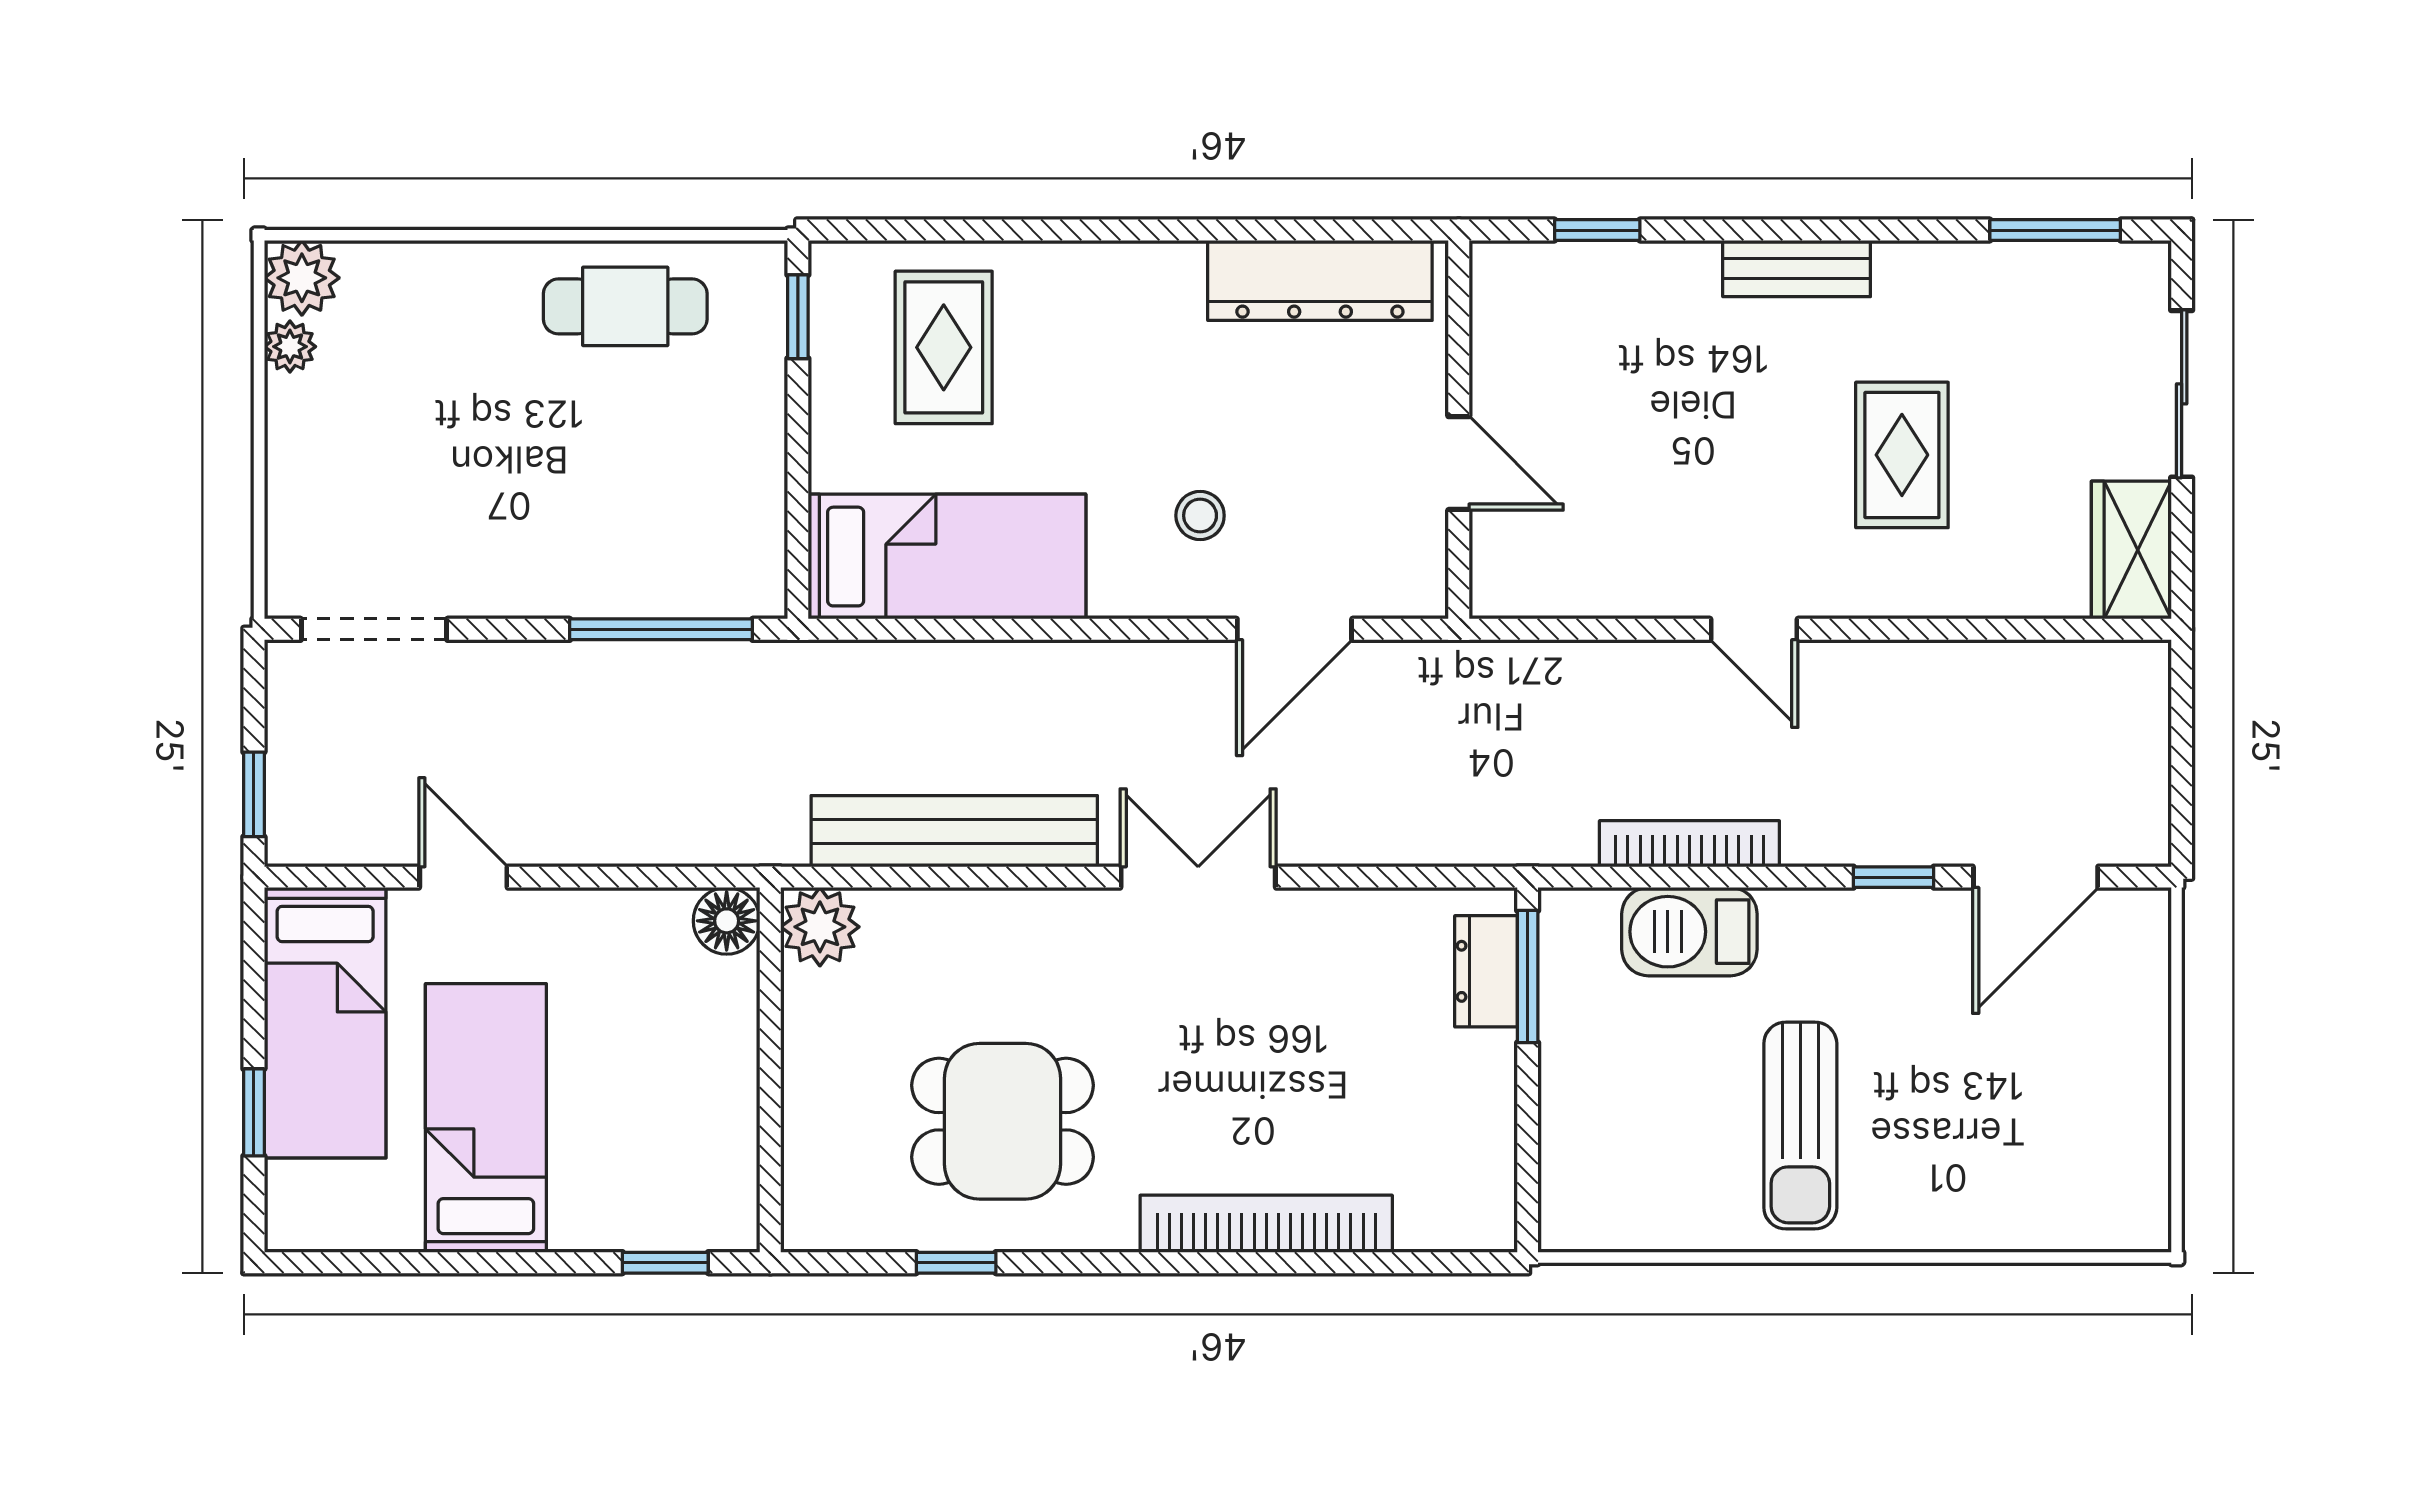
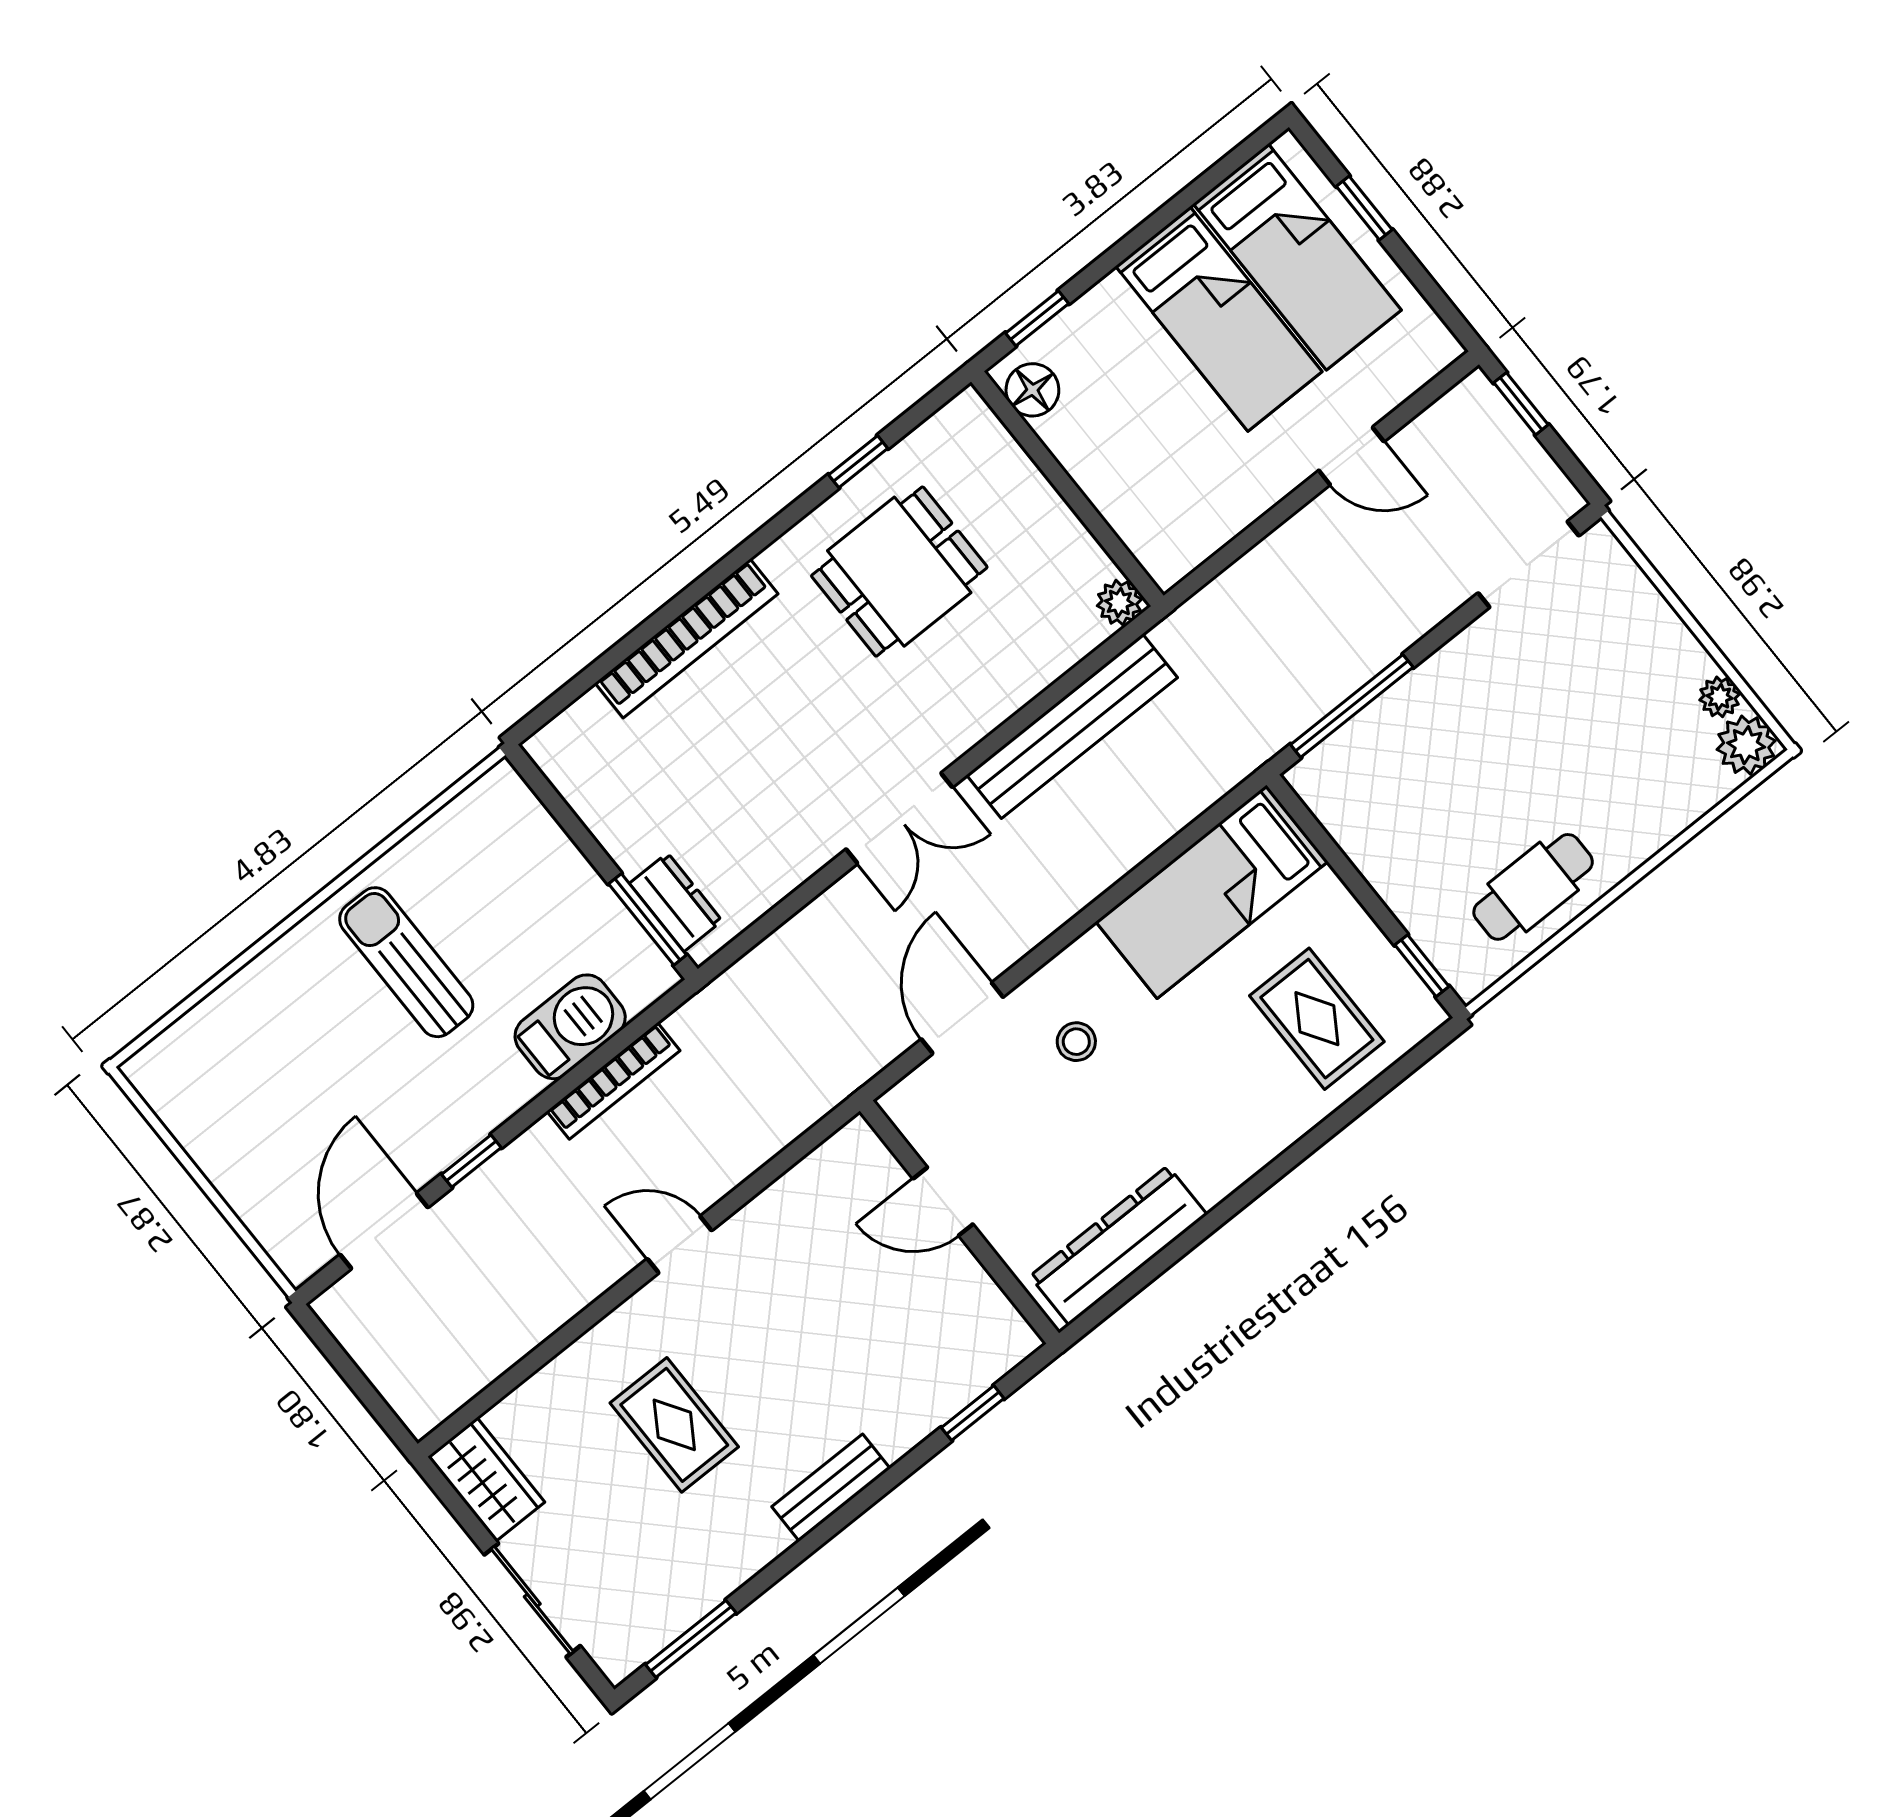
floor lamp: (727, 921) -> (1032, 390), moved
plant: (820, 927) -> (1119, 602), width x0.73, depth x0.73
bed: (325, 1023) -> (1297, 257), moved, turned 180

